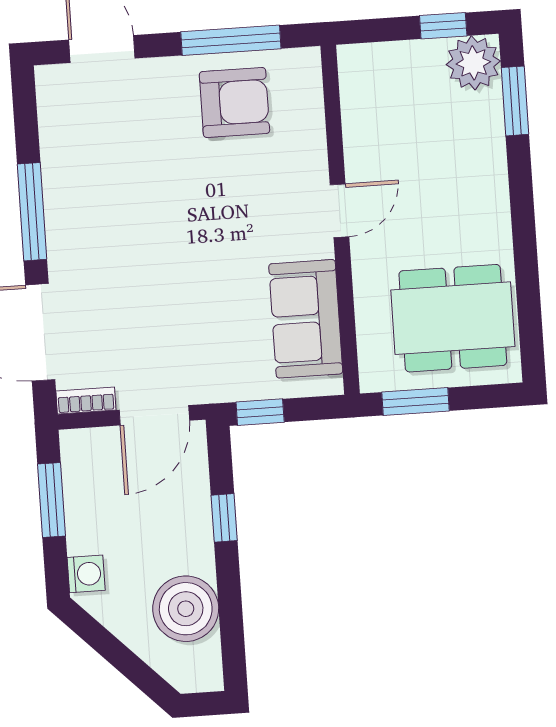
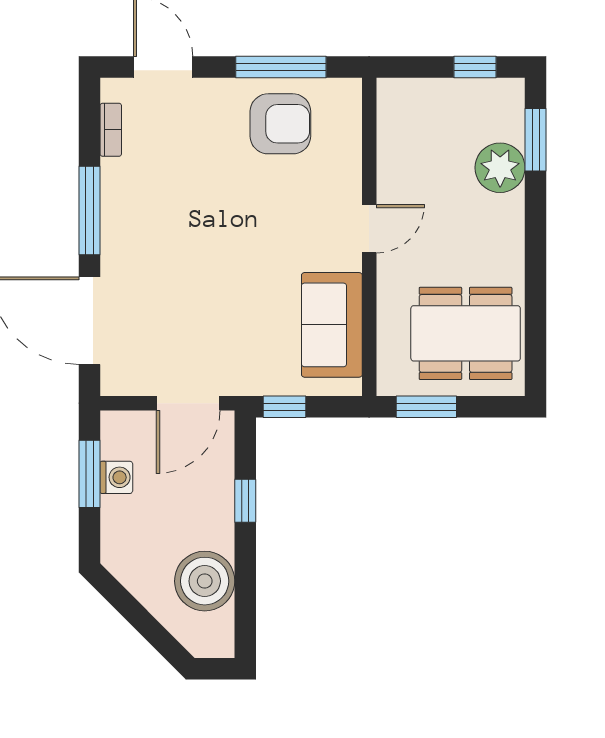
plant: (473, 63) -> (500, 168), moved
bookcase: (86, 400) -> (111, 130), moved, turned 90
washing machine: (86, 574) -> (116, 477), moved

